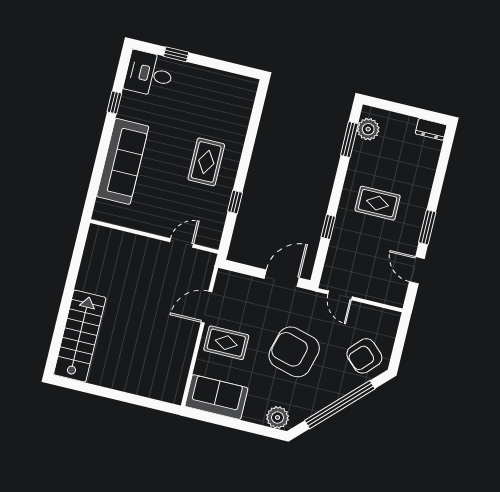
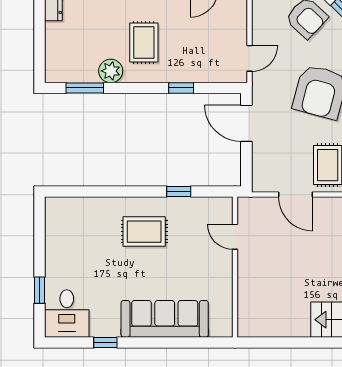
plant: (368, 129) -> (111, 71), moved

